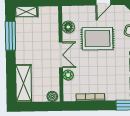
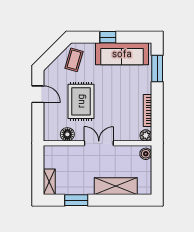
window: (10, 36) -> (76, 200), width x0.69
plant: (68, 75) -> (146, 135), moved
shelving: (24, 83) -> (116, 186), moved

